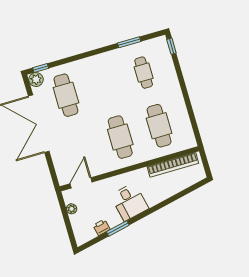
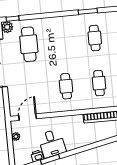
cafe table: (159, 126) -> (99, 83), width x0.73, depth x0.74
cafe table: (120, 137) -> (66, 86), width x0.73, depth x0.74
desk: (129, 202) -> (52, 143), moved

